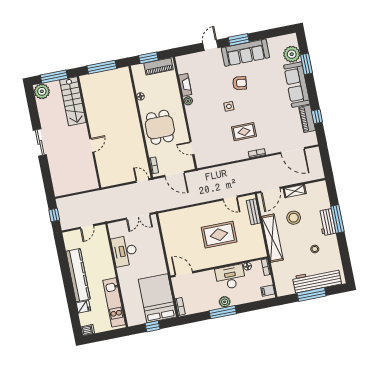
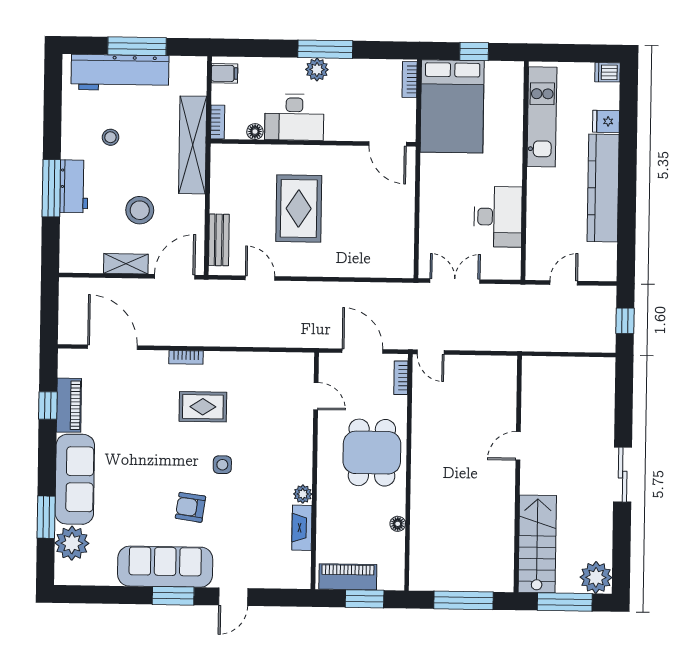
rug: (219, 235) -> (299, 209), turned 90
shelving: (272, 238) -> (193, 145), moved

